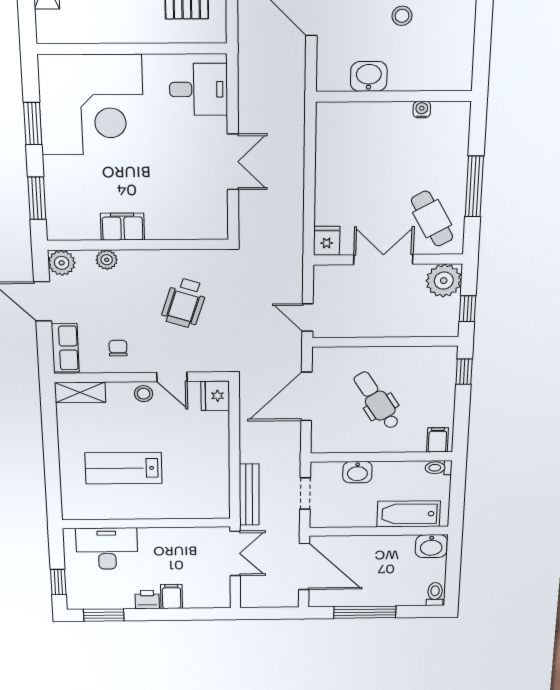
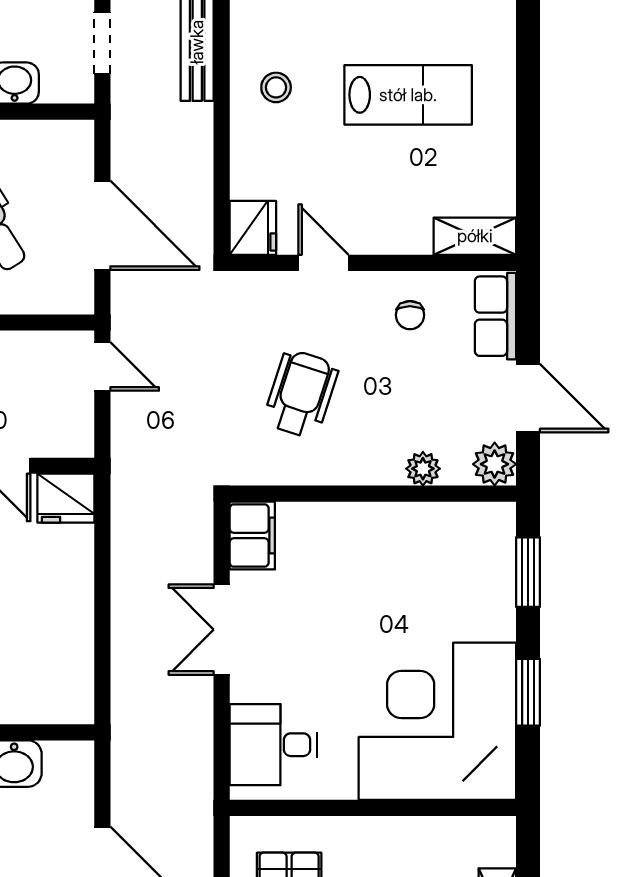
filing cabinet: (122, 227) -> (252, 535), moved, turned -90
fridge: (327, 241) -> (66, 498), width x1.38
stool: (144, 394) -> (276, 87), moved
door: (306, 396) -> (102, 225), hinge flipped

